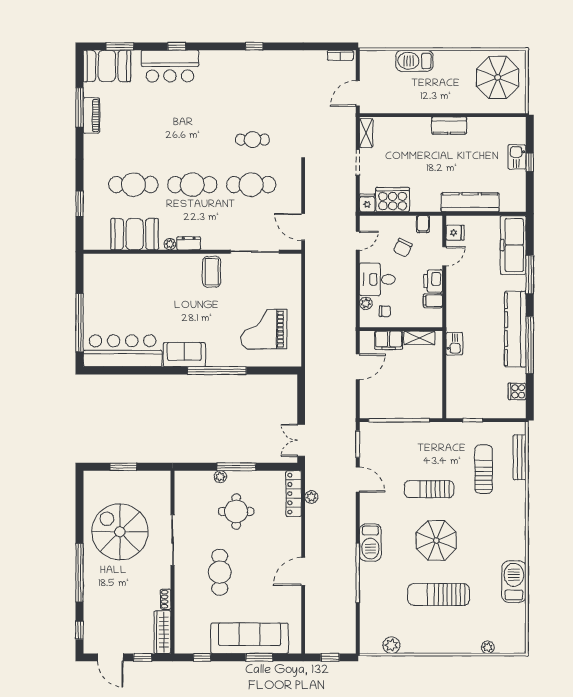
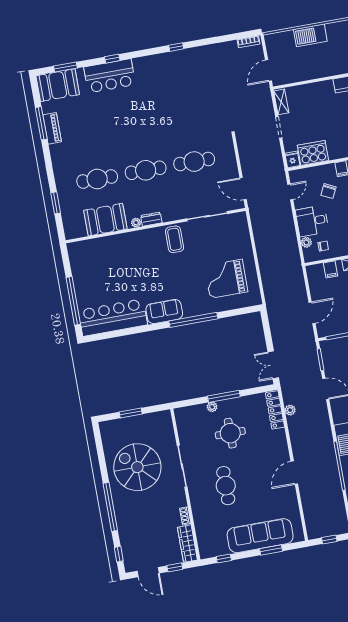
cafe table: (253, 140) -> (189, 124), removed
filing cabinet: (389, 340) -> (331, 269), width x0.50
door: (358, 367) -> (312, 313), moved

